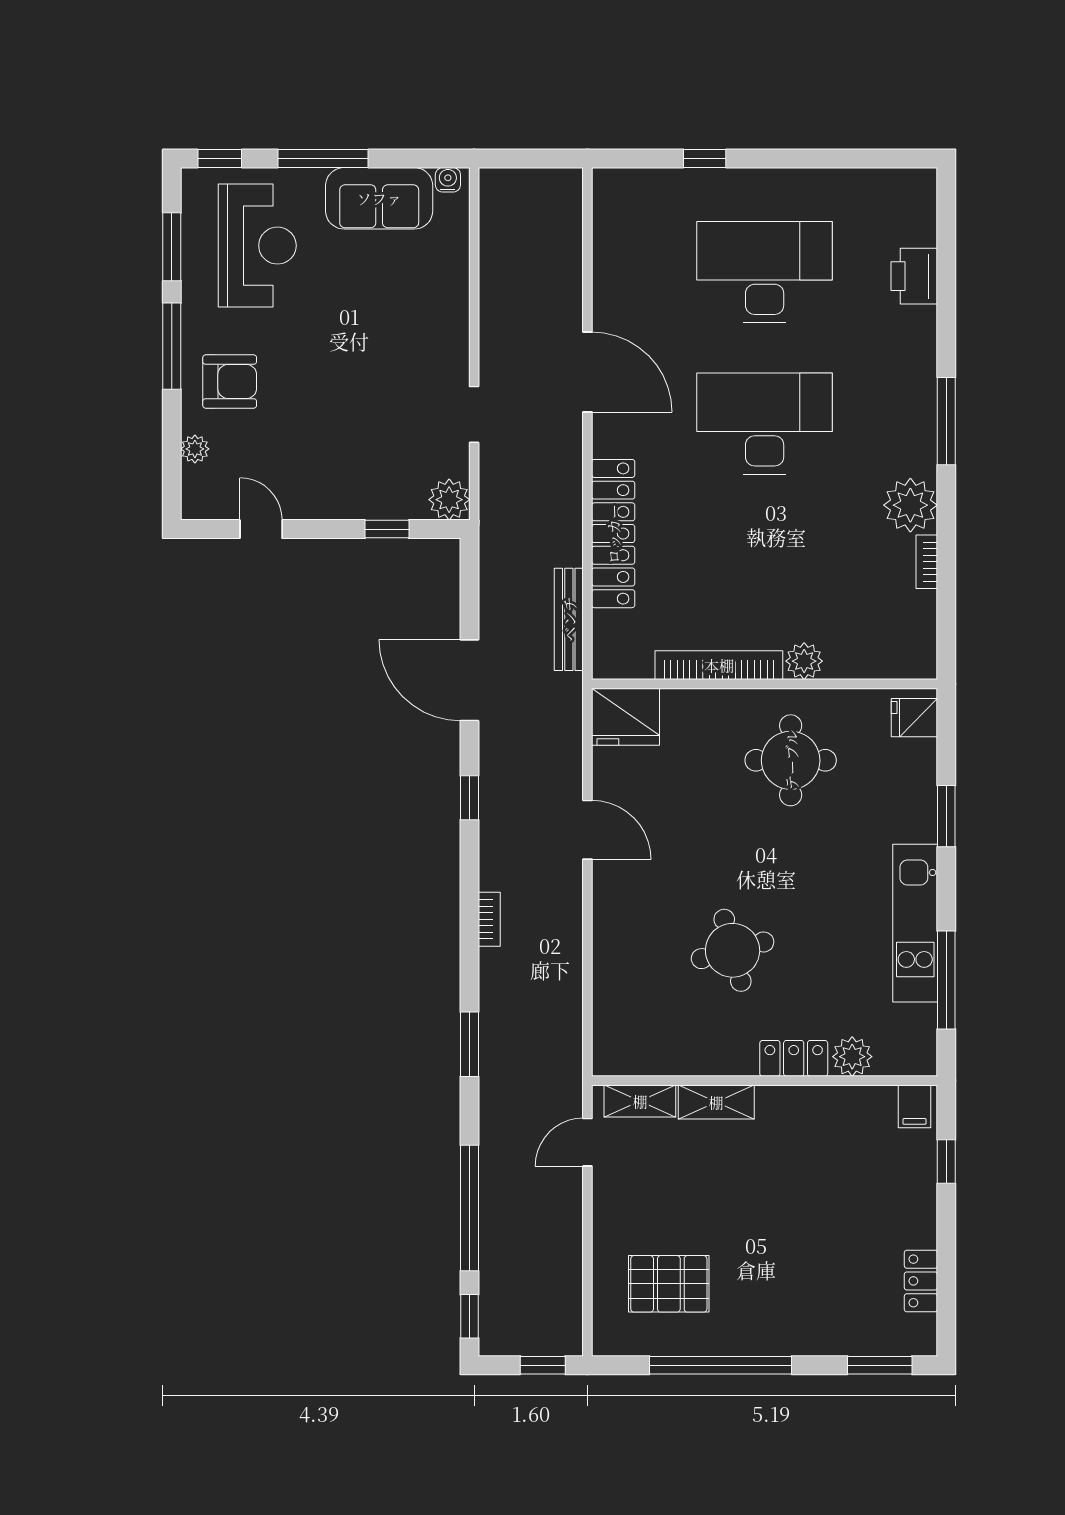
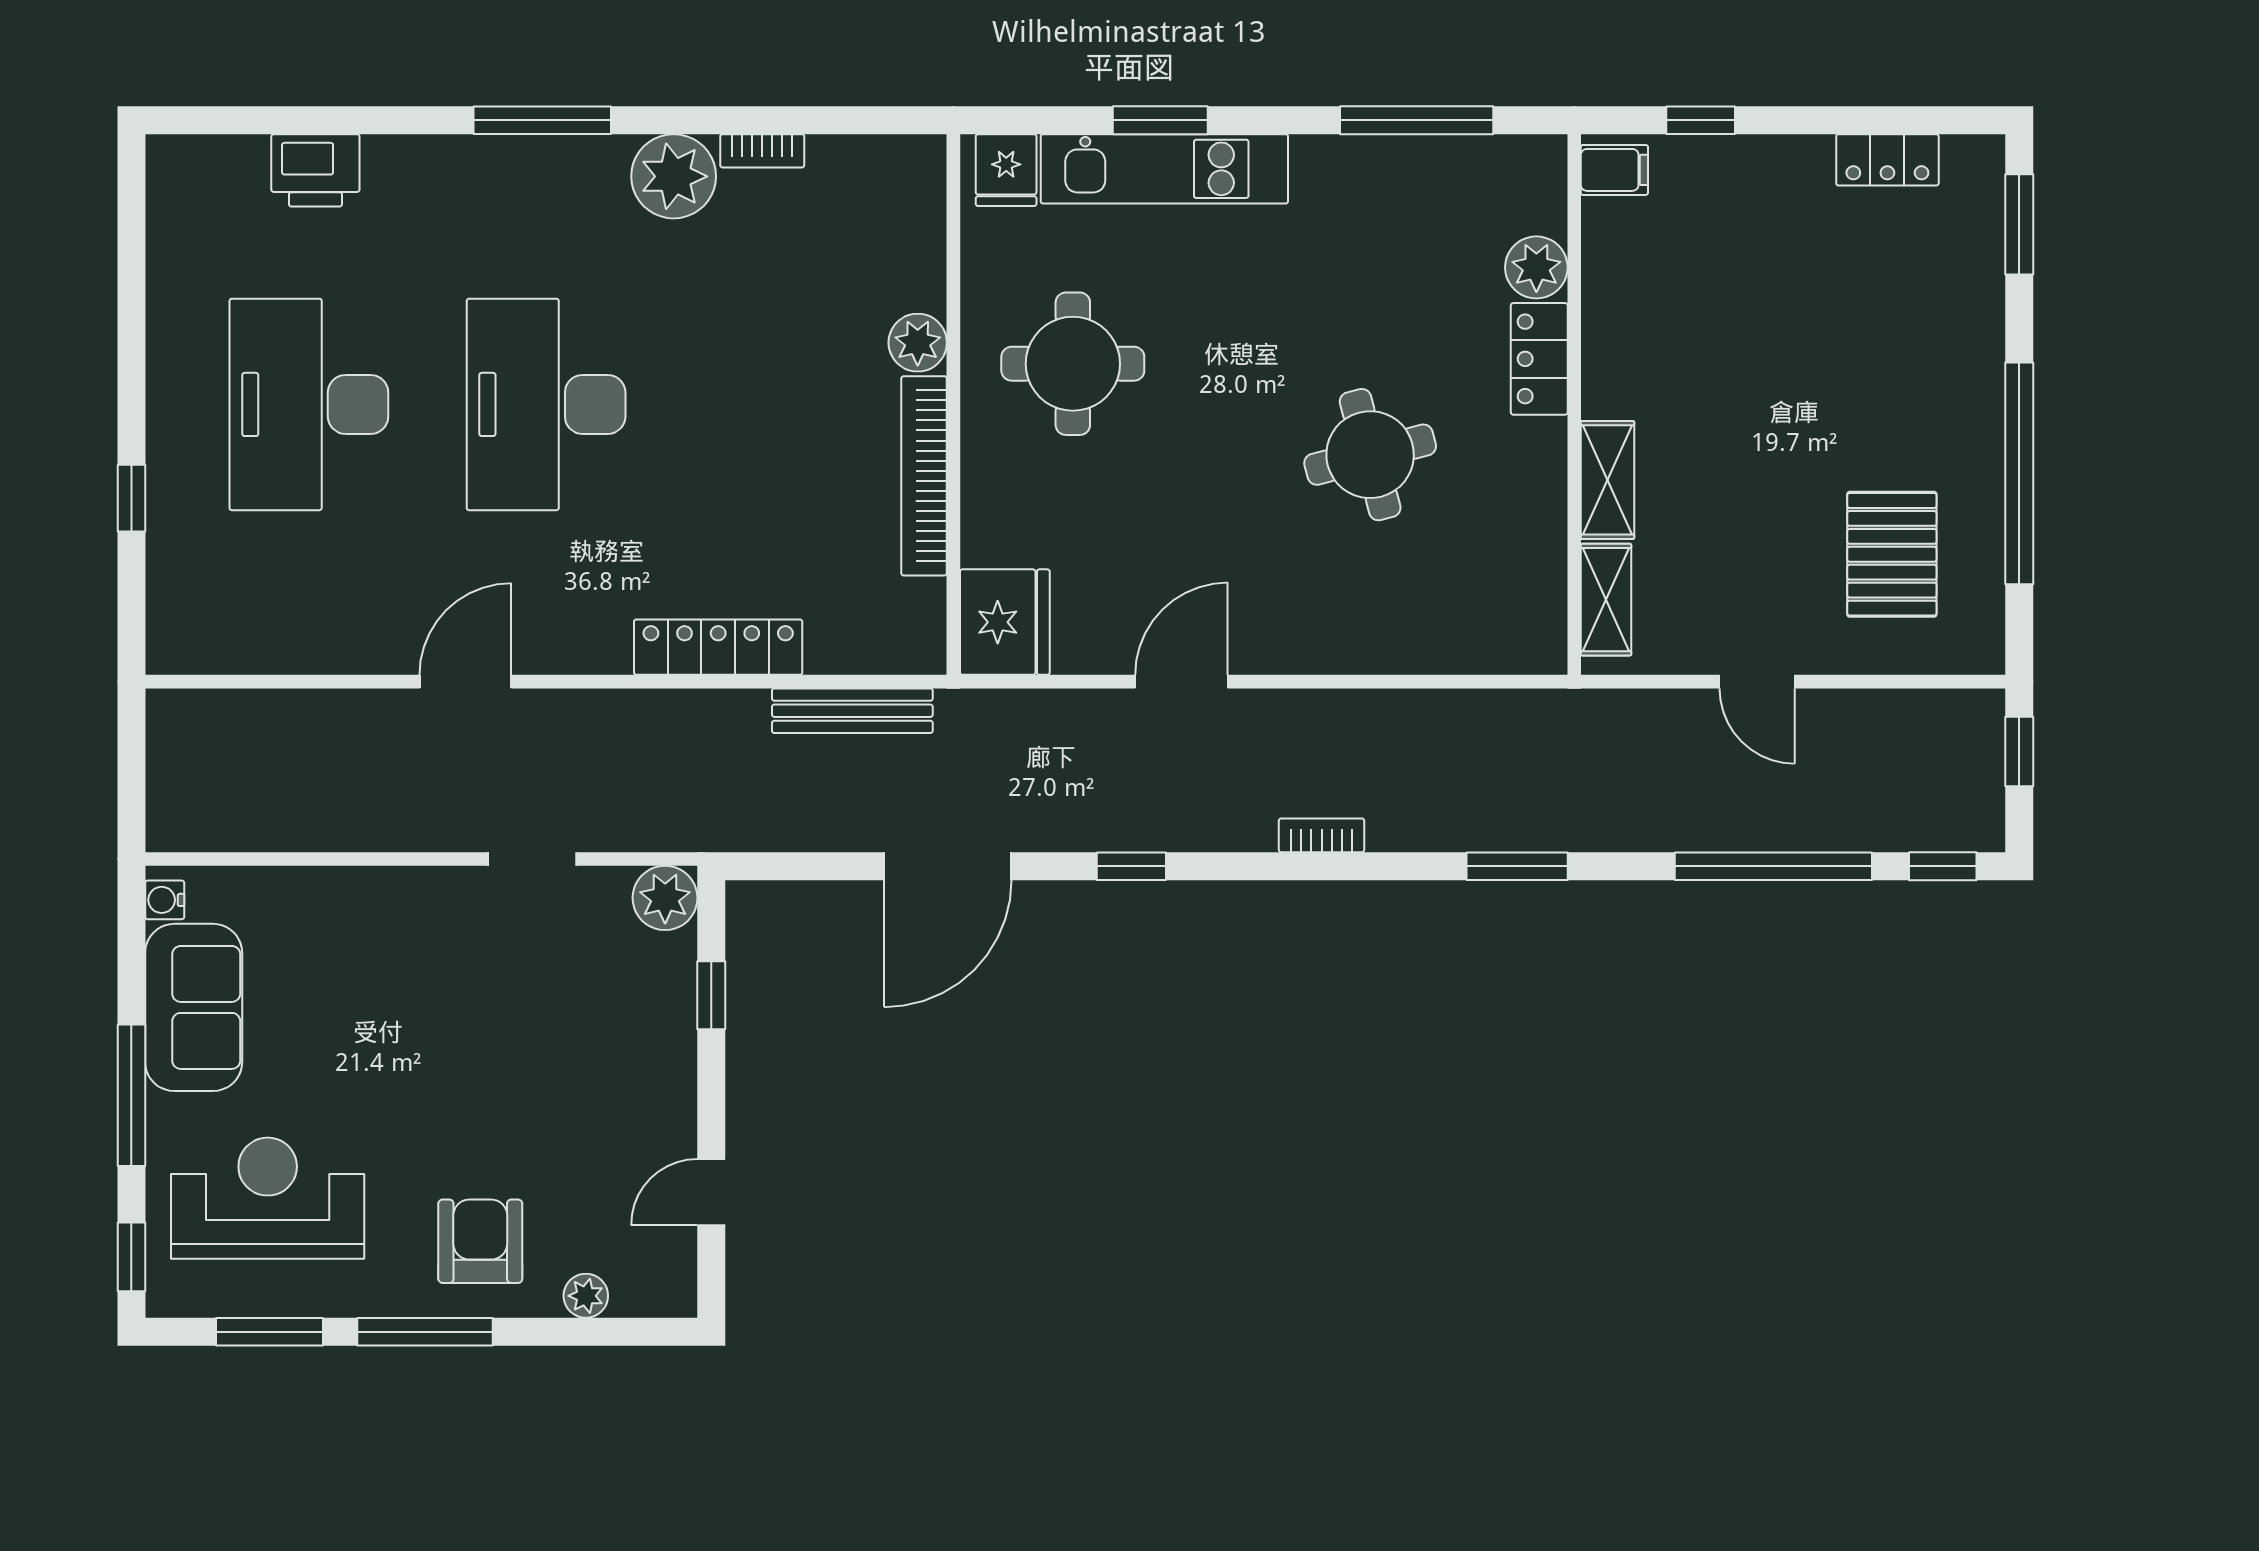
door: (587, 372) -> (465, 682), width x0.73
locker: (613, 534) -> (718, 647), width x0.71, depth x0.83
kitchen unit: (915, 923) -> (1164, 169), moved
door: (587, 1142) -> (1757, 682), moved

